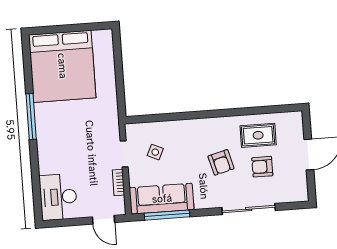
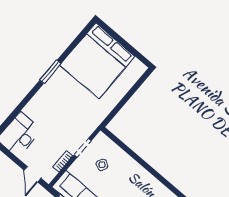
window: (31, 116) -> (50, 72), width x0.69

